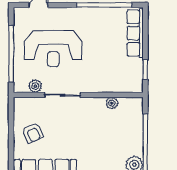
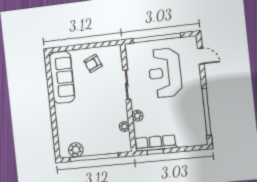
row of seats: (135, 33) -> (156, 143), moved
plant: (35, 86) -> (138, 116), moved

